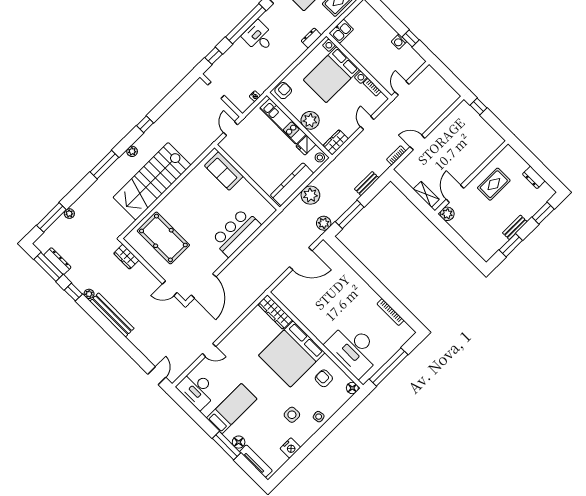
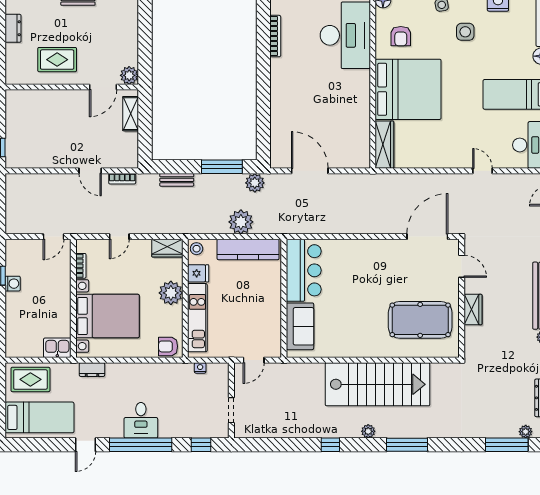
plant: (69, 214) -> (526, 432), moved
bar counter: (236, 233) -> (304, 270), moved, turned -90
pool table: (163, 238) -> (420, 320), turned 90
wardrobe: (126, 257) -> (473, 310), moved

